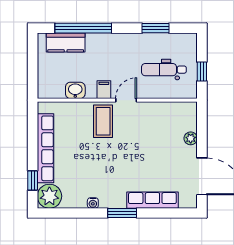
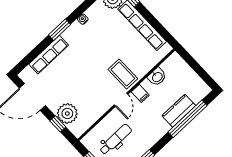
kitchen counter: (66, 42) -> (179, 111), moved
window: (202, 131) -> (58, 124), added
plant: (191, 138) -> (67, 113), width x1.87, depth x1.87

